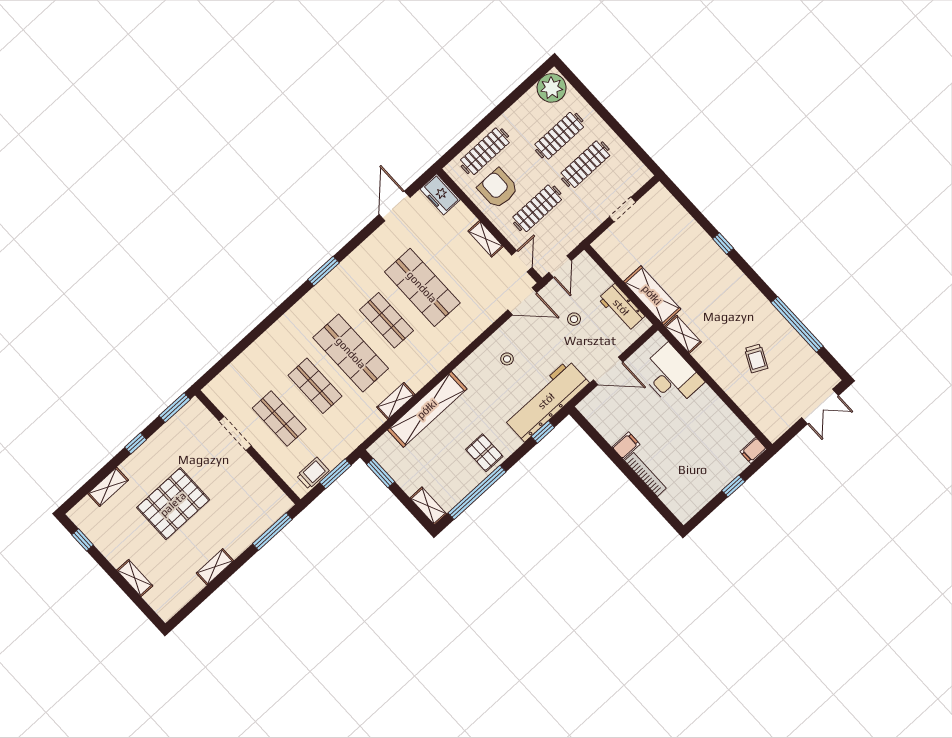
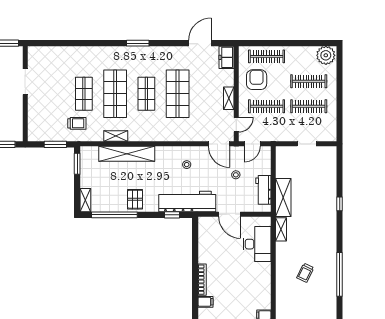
shop shelf: (279, 419) -> (53, 94), removed
filing cabinet: (626, 446) -> (205, 302), moved
trolley: (313, 473) -> (77, 123), moved

